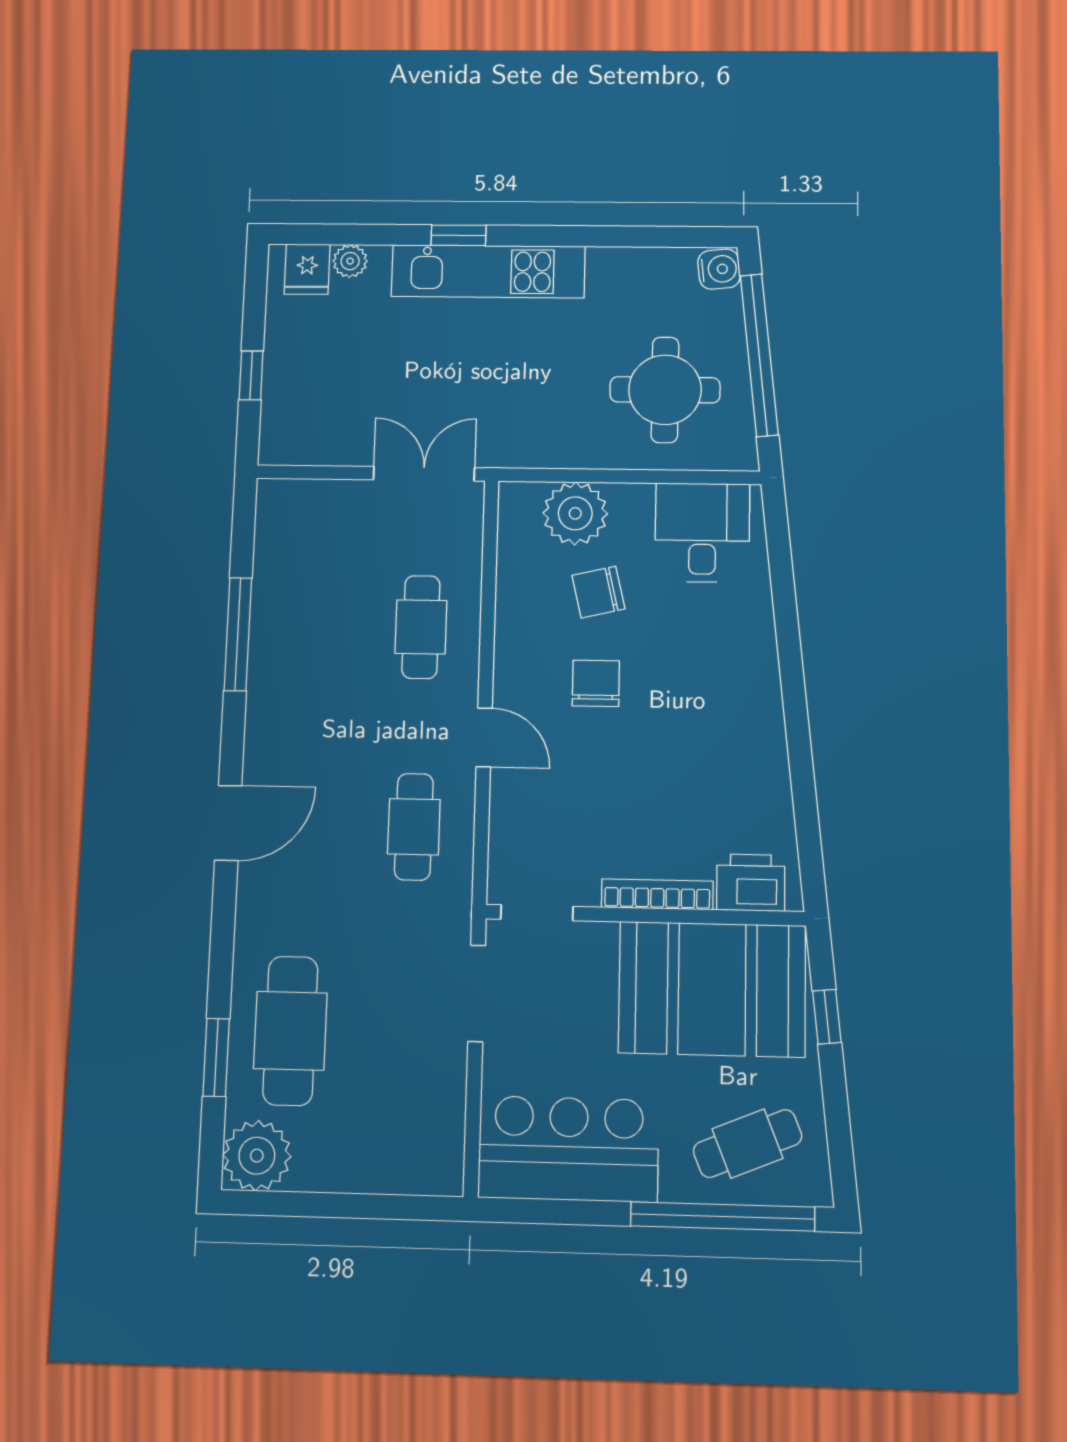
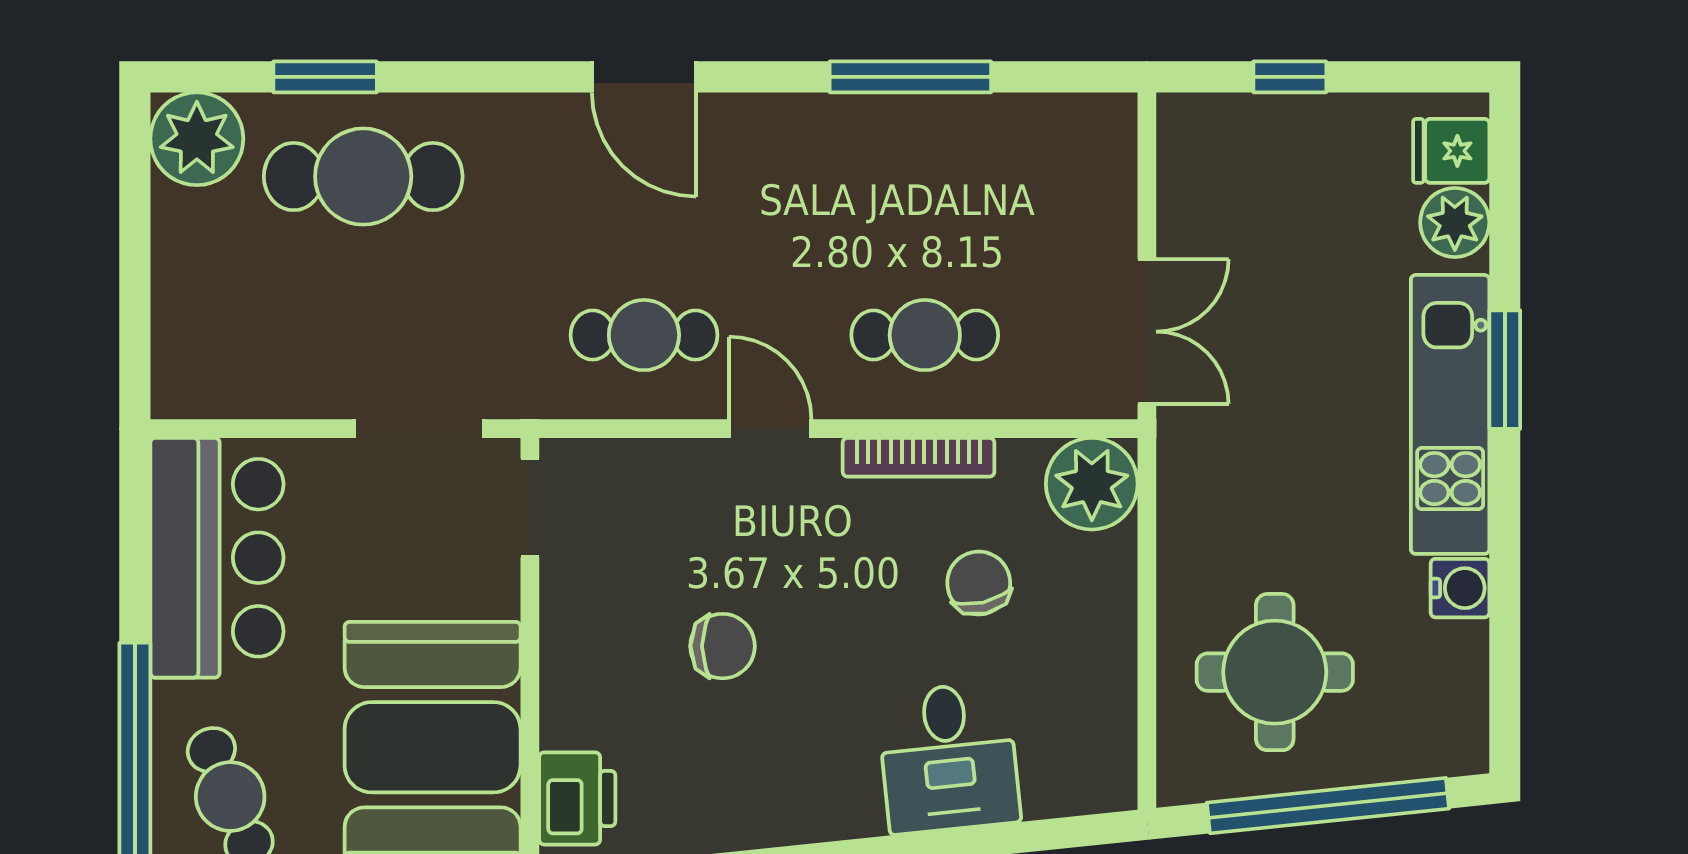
window: (459, 235) -> (1505, 370), width x1.50
plant: (350, 261) -> (1455, 222), width x1.38, depth x1.38
water cooler: (719, 269) -> (1460, 588), moved, turned -84
plant: (575, 513) -> (1092, 484), moved
desk: (702, 533) -> (949, 758), moved, turned 84
chair: (596, 683) -> (723, 646), moved
door: (484, 737) -> (770, 429), swing flipped
bookcase: (657, 894) -> (919, 457), moved, turned 90

